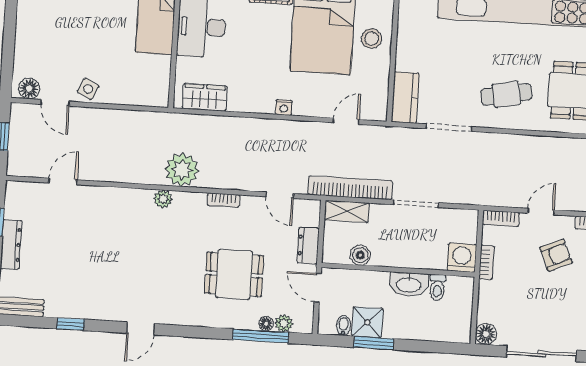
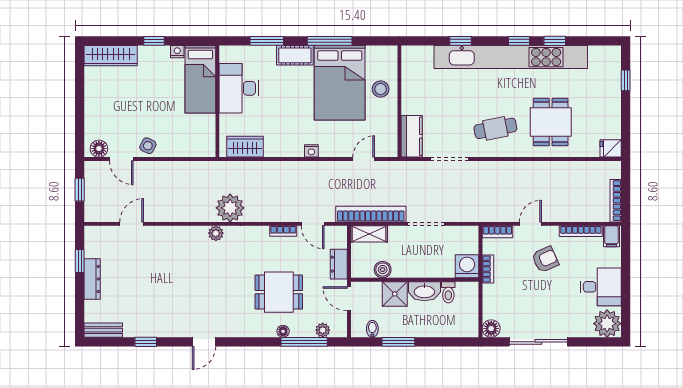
bookcase: (223, 200) -> (283, 231), moved
shower: (367, 322) -> (395, 294), moved
floor lamp: (266, 324) -> (283, 331), moved

